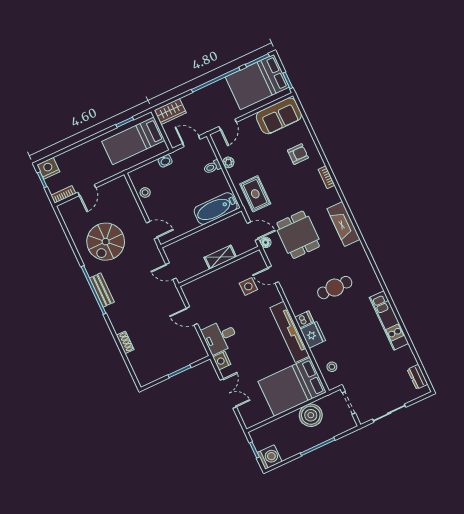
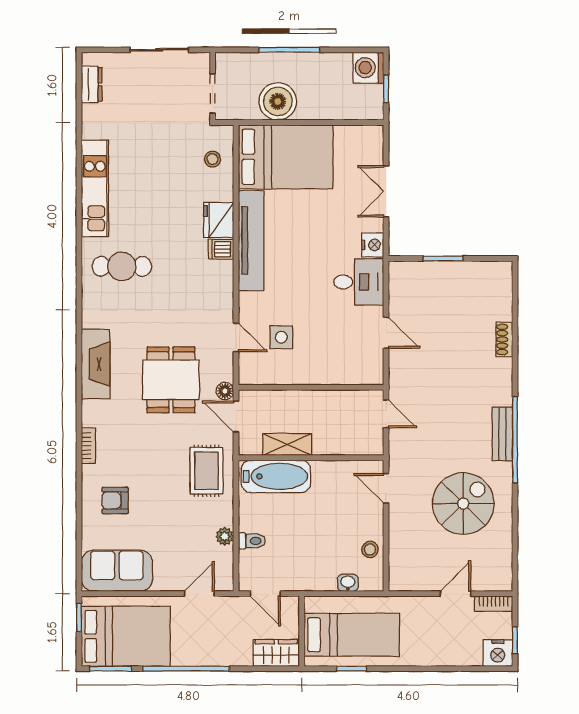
washbasin: (165, 161) -> (348, 583), moved
shelving: (220, 257) -> (287, 444), moved
cafe table: (335, 288) -> (122, 266), moved

